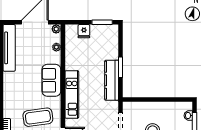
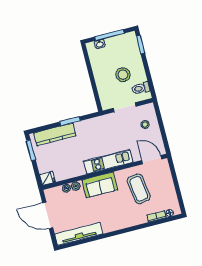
plant: (56, 29) -> (76, 186), moved
fridge: (84, 31) -> (47, 178), moved
kitchen counter: (112, 80) -> (55, 134), moved

